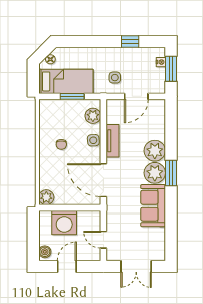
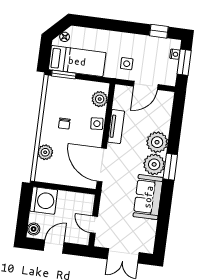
window: (130, 42) -> (159, 31), moved
window: (72, 96) -> (64, 75), moved
plant: (46, 197) -> (45, 152), moved
washing machine: (64, 223) -> (44, 200), moved, turned -90

